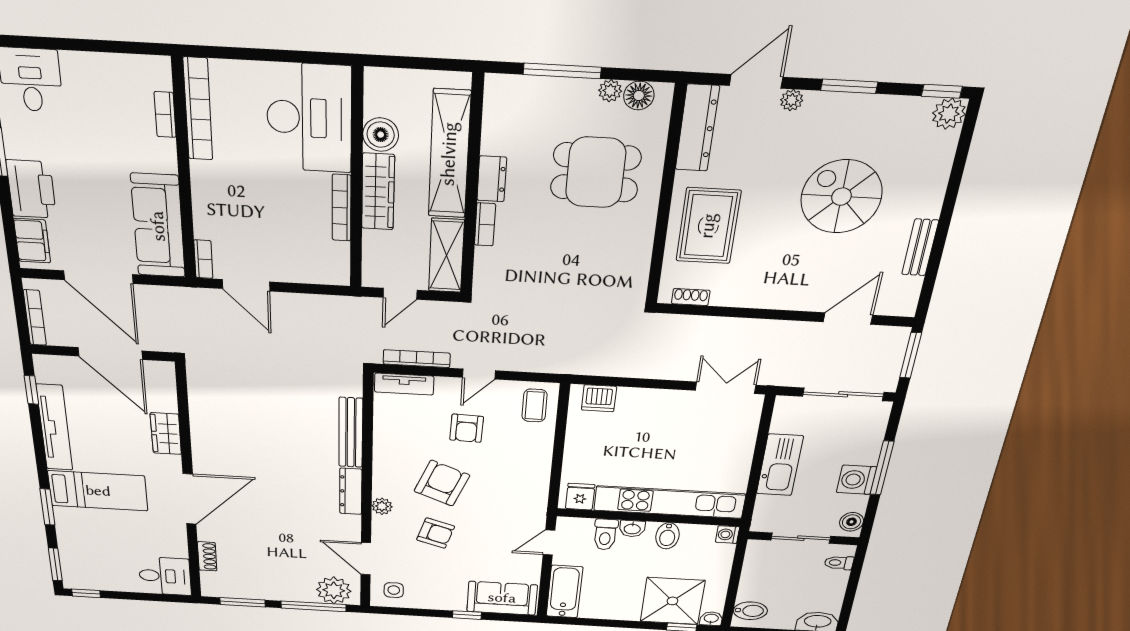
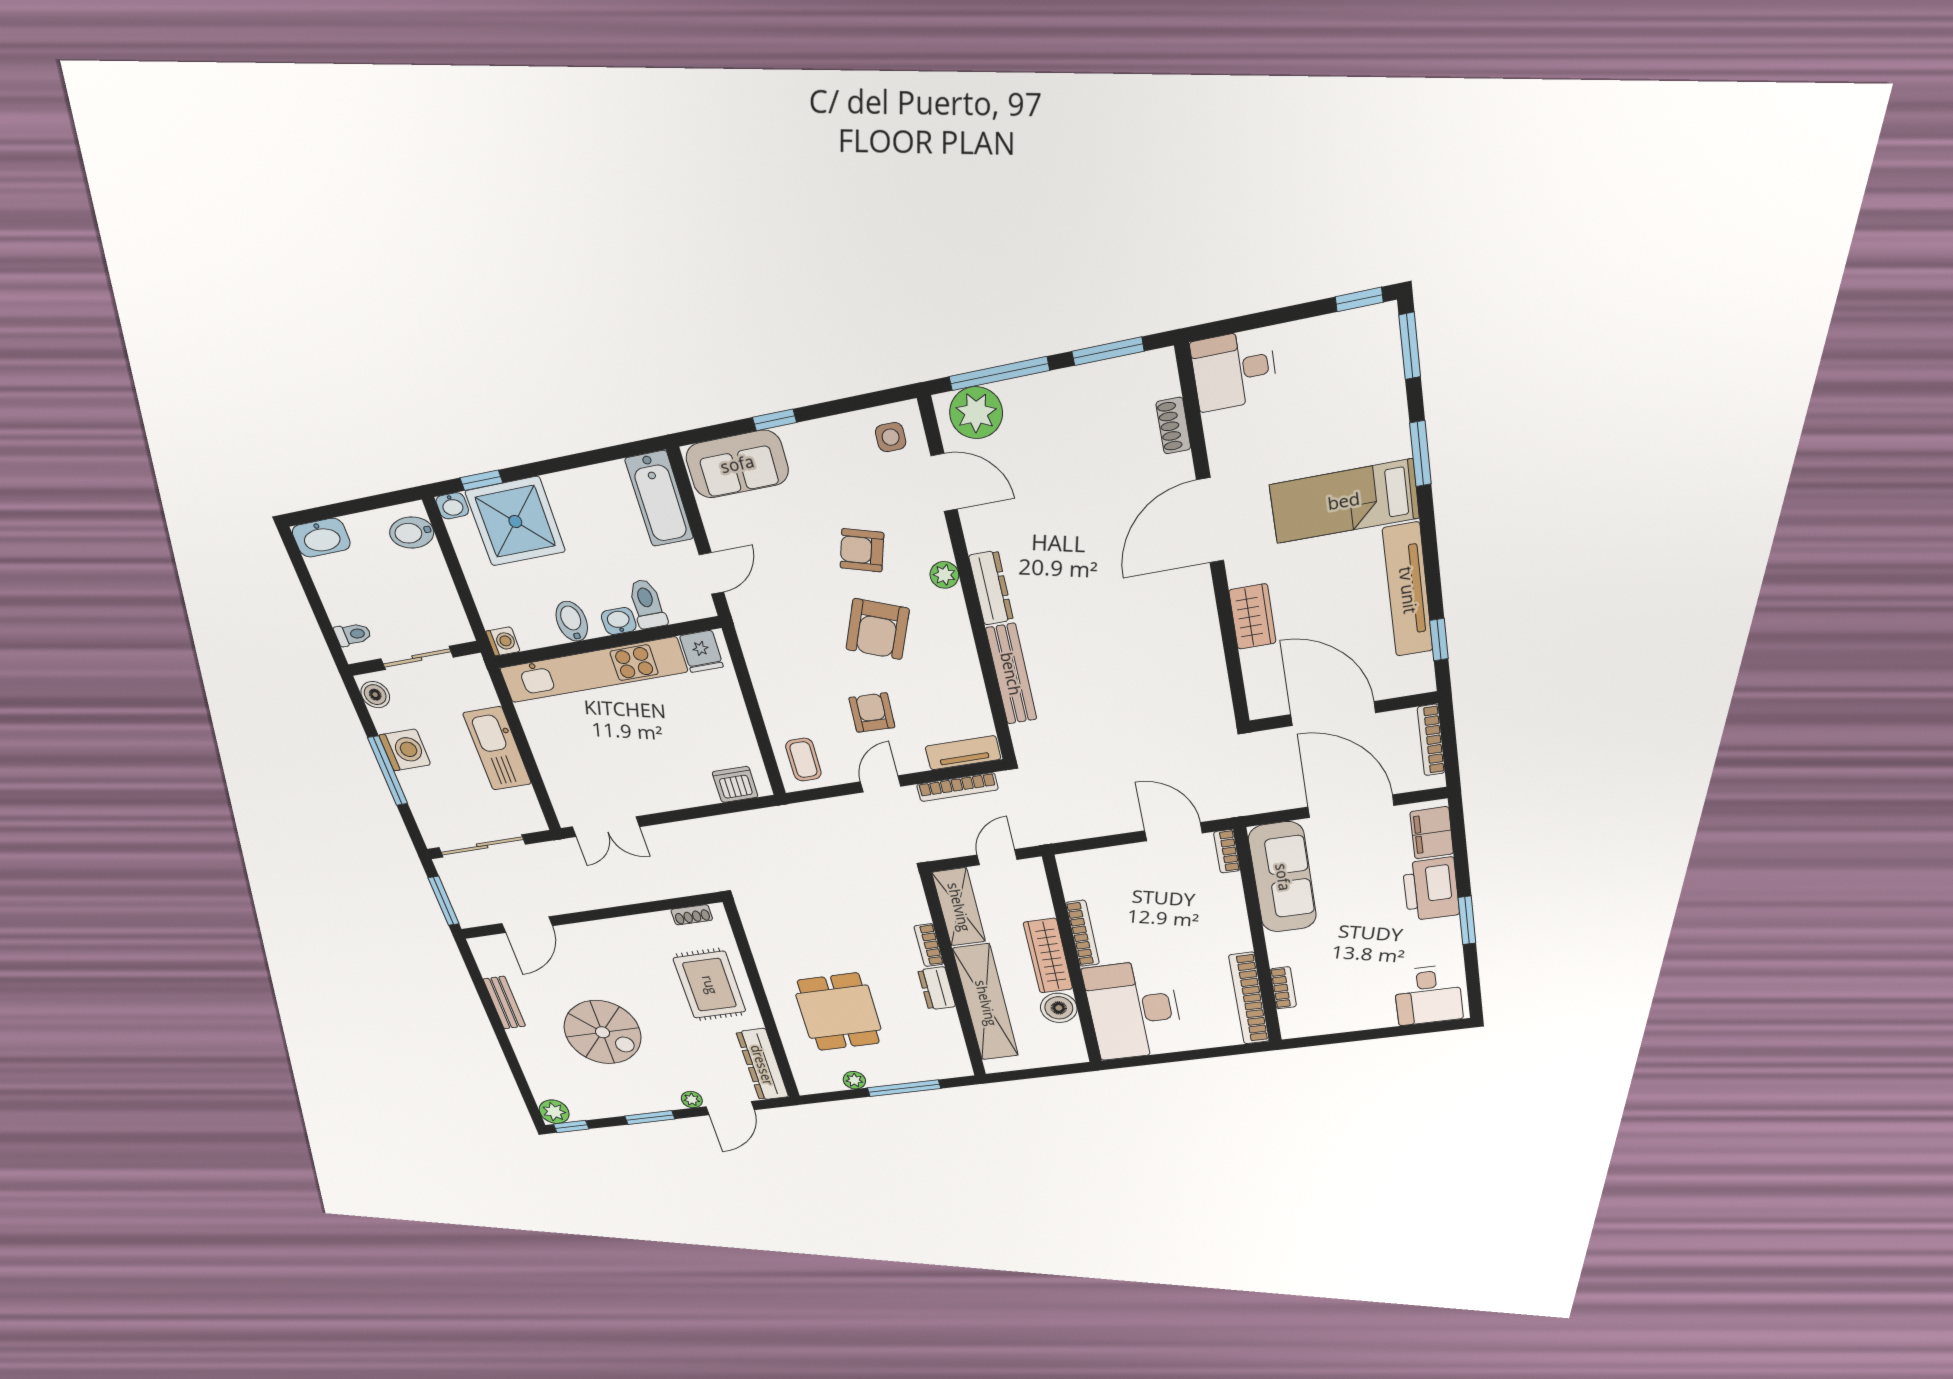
floor lamp: (639, 96) -> (827, 1081), removed
dining table: (596, 172) -> (838, 1012), turned 90

